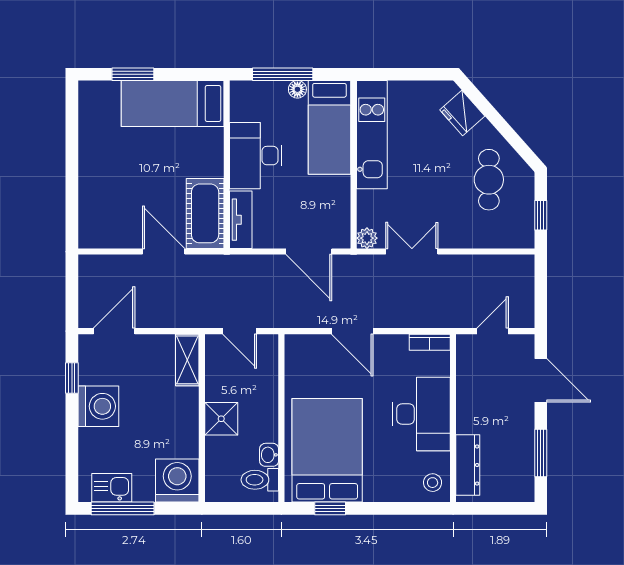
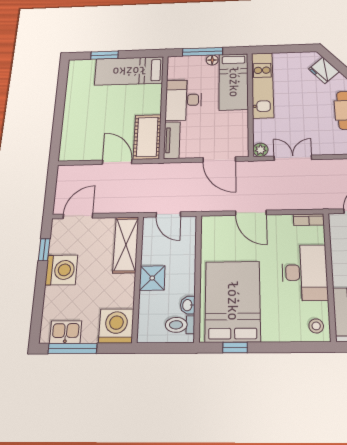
shelving: (187, 360) -> (126, 245), width x1.50, depth x1.33

